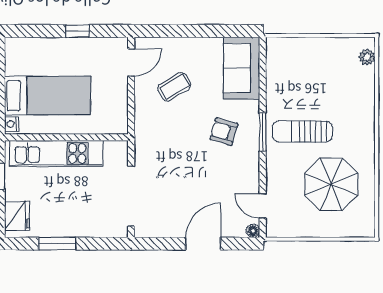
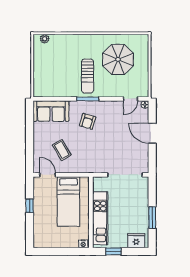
bed: (48, 96) -> (68, 201), moved, turned 180

